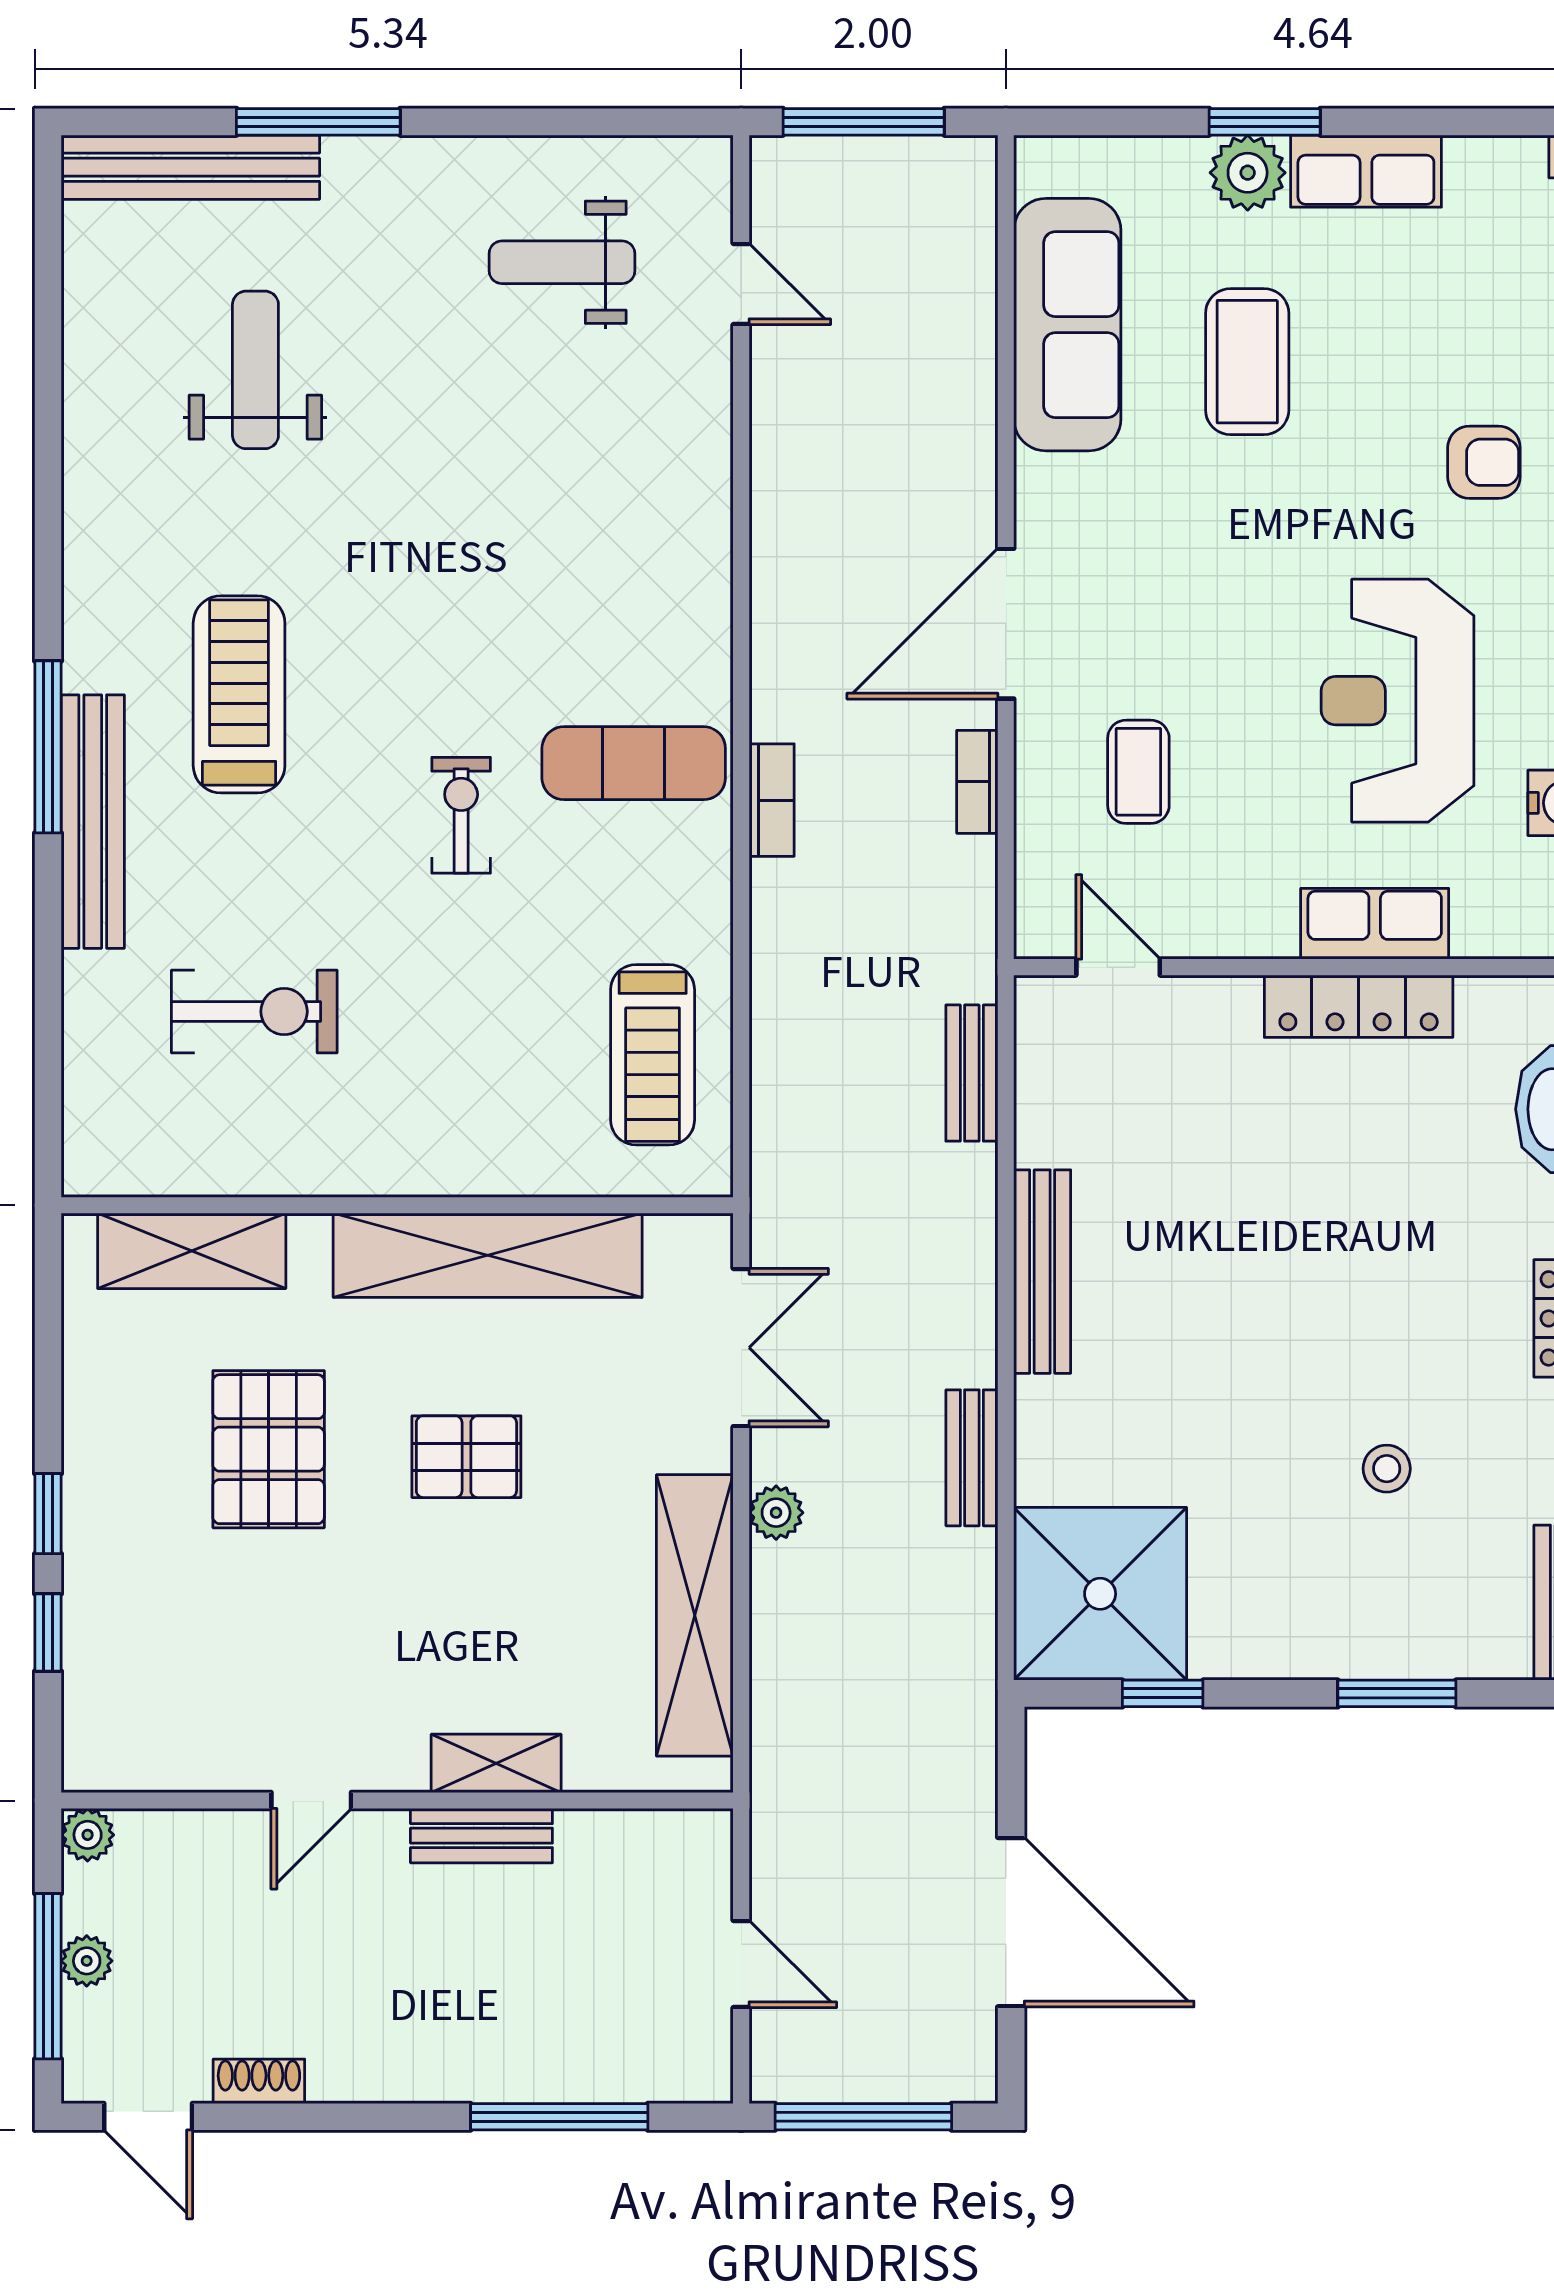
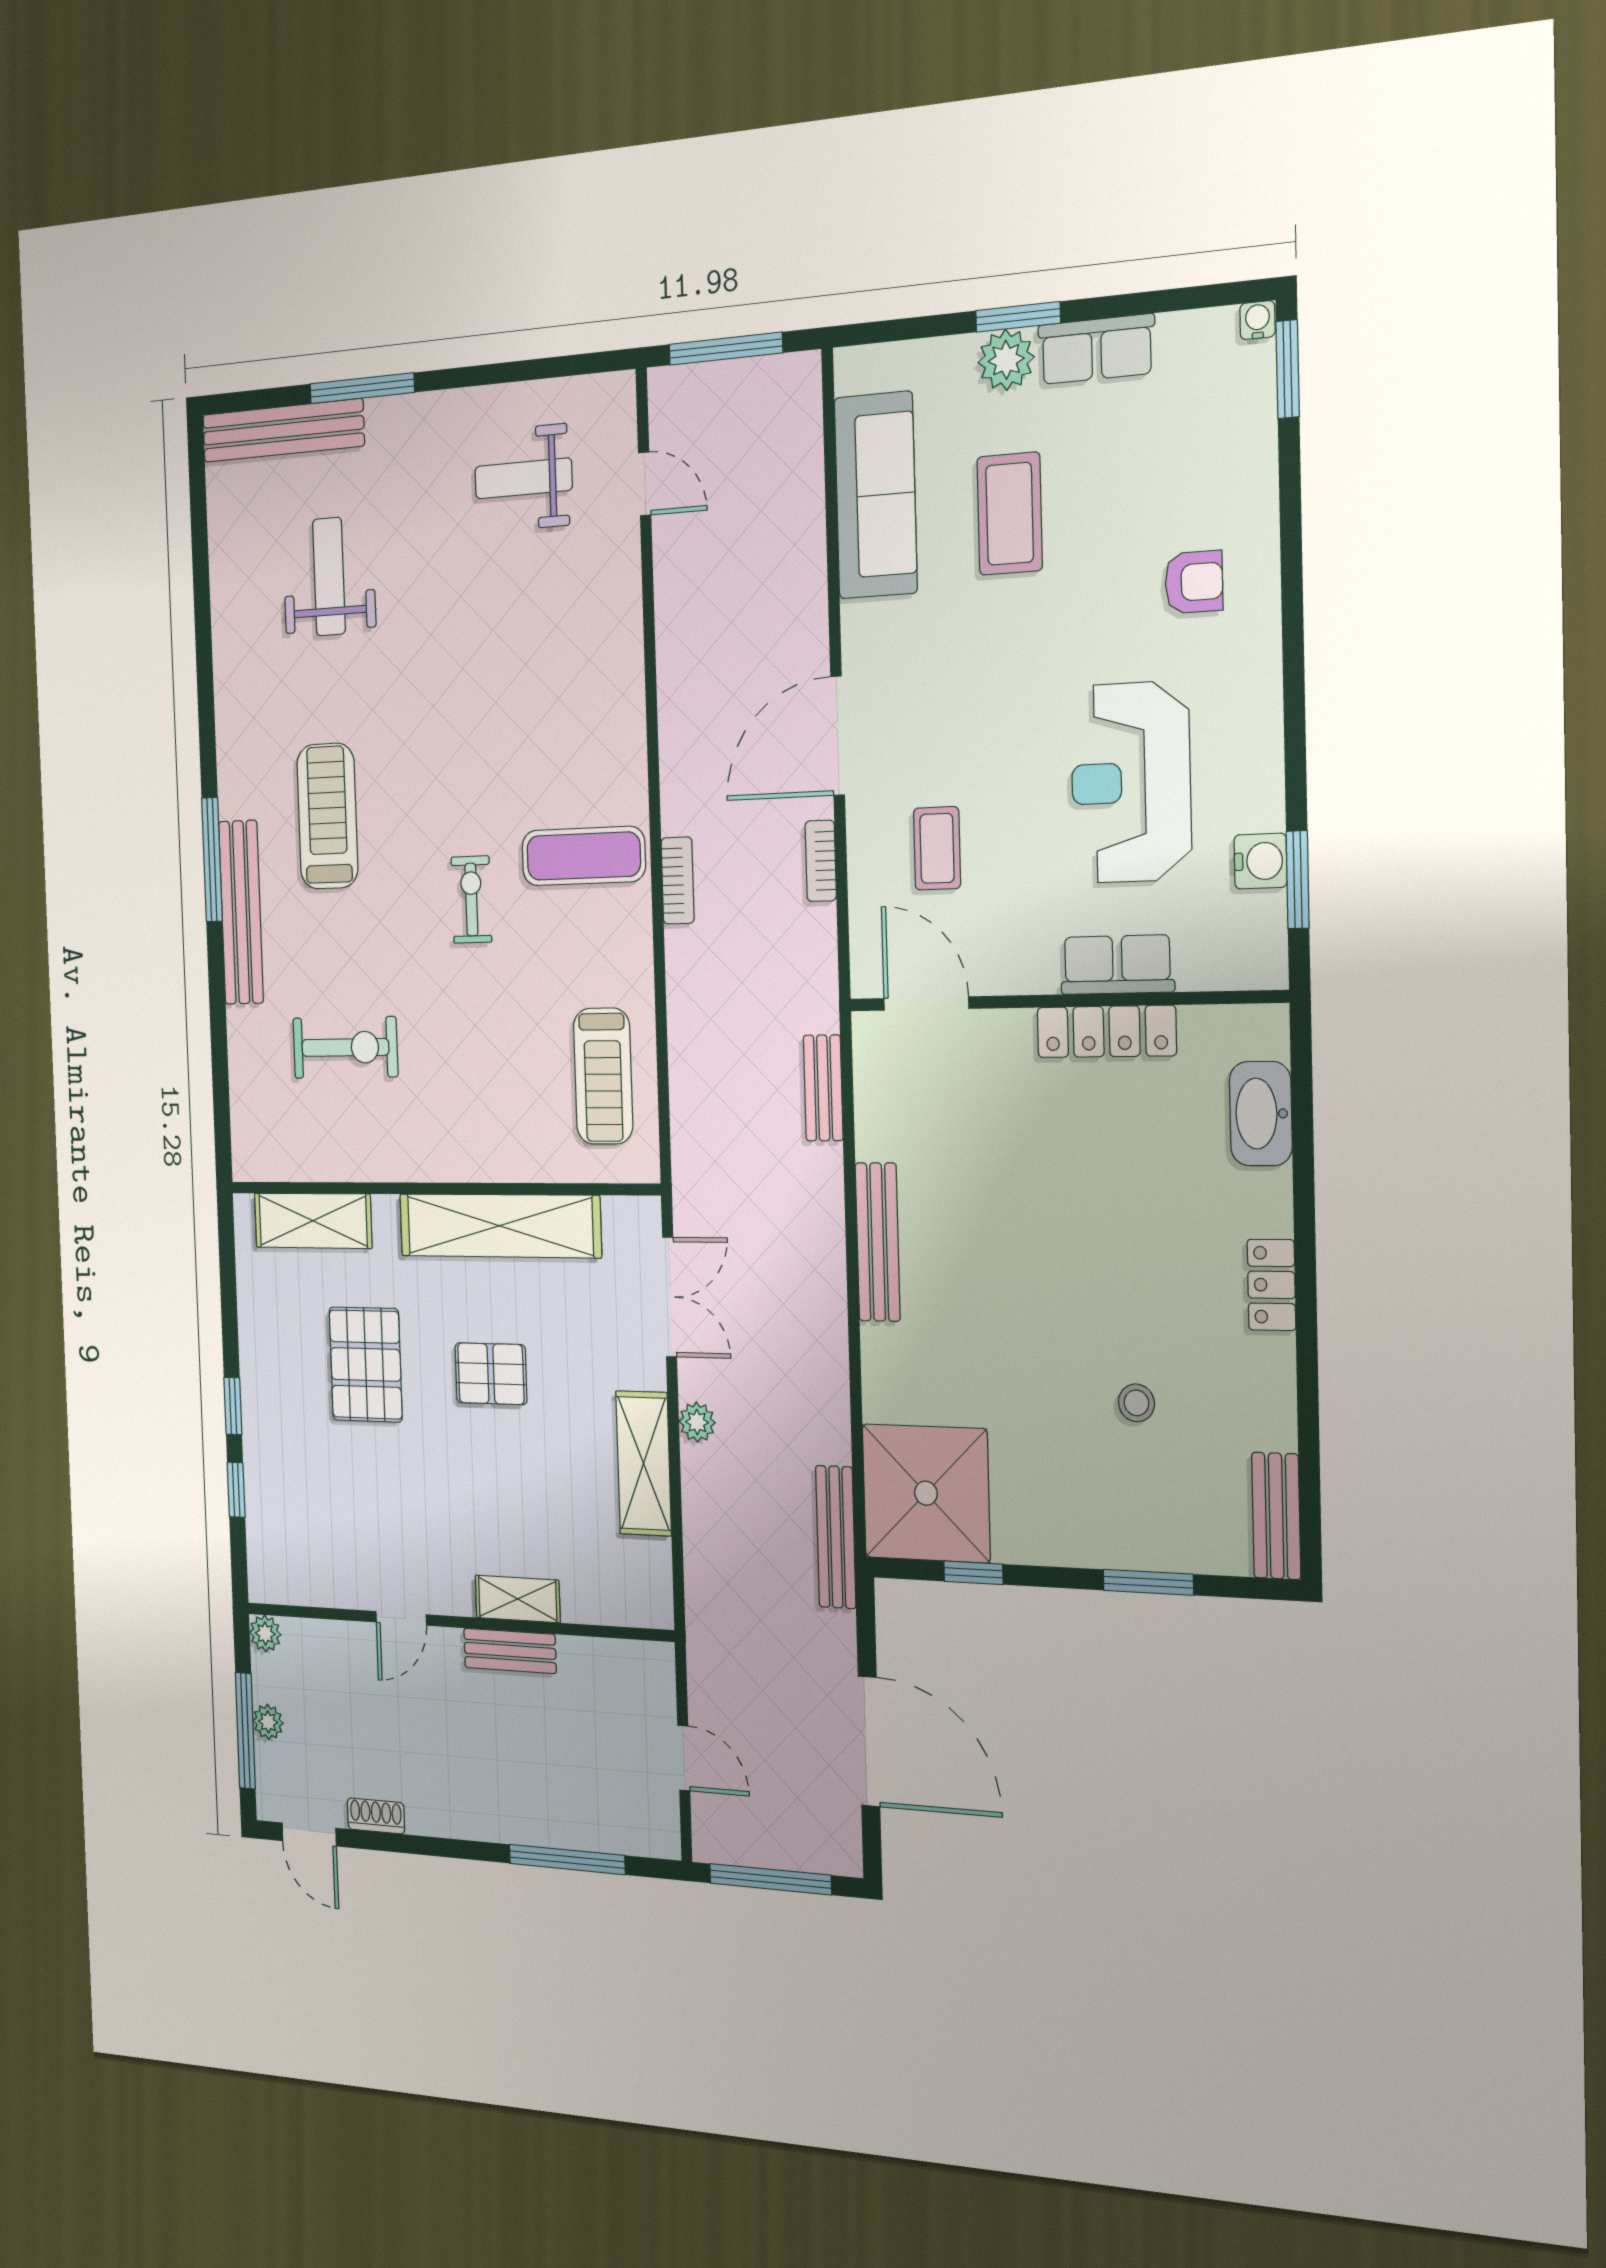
door: (1118, 967) -> (926, 1003), width x1.38
bench: (972, 1458) -> (836, 1537), moved, width x1.36
shelving: (695, 1615) -> (644, 1463), width x0.68

